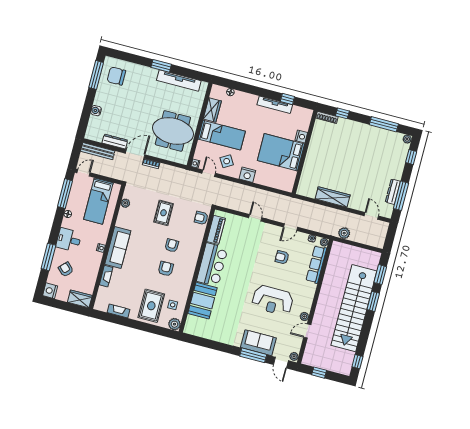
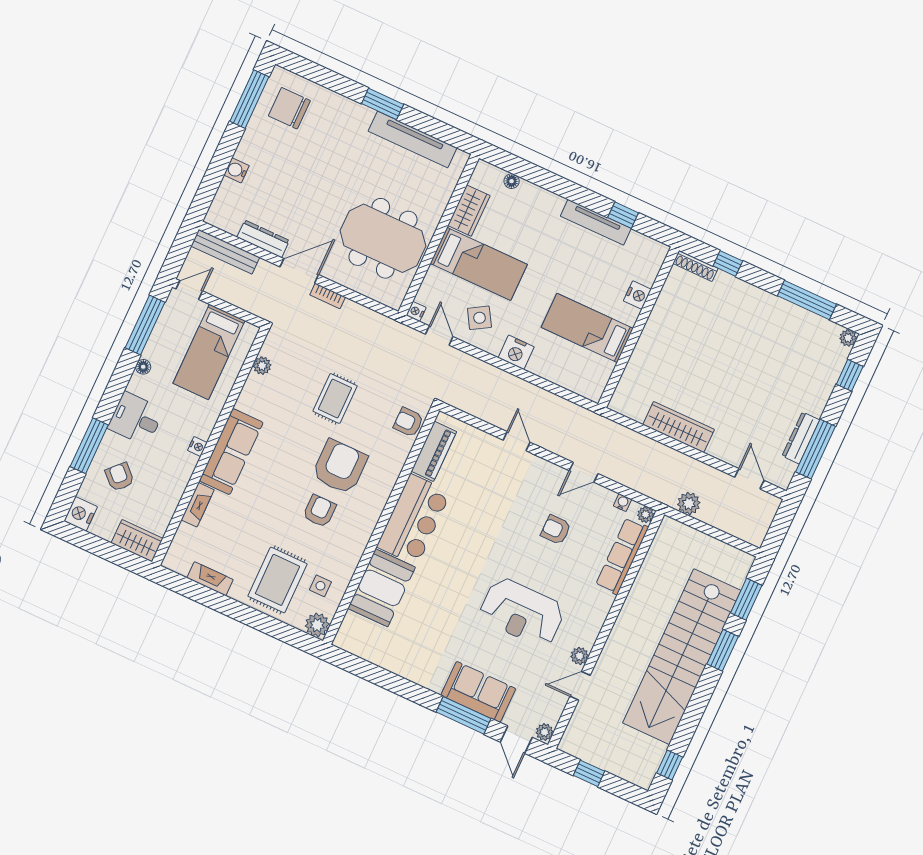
bed: (281, 152) -> (587, 328), width x0.67
armchair: (172, 245) -> (340, 467), width x1.88, depth x1.88

